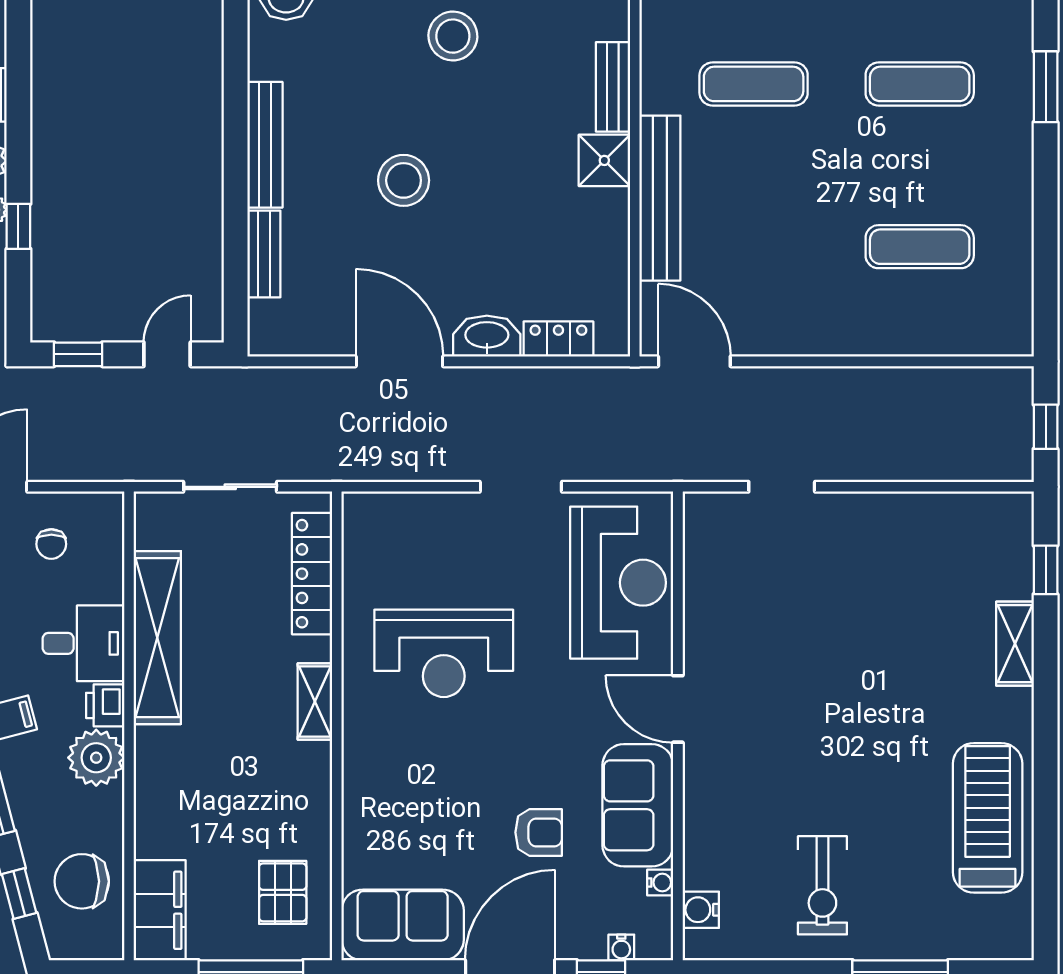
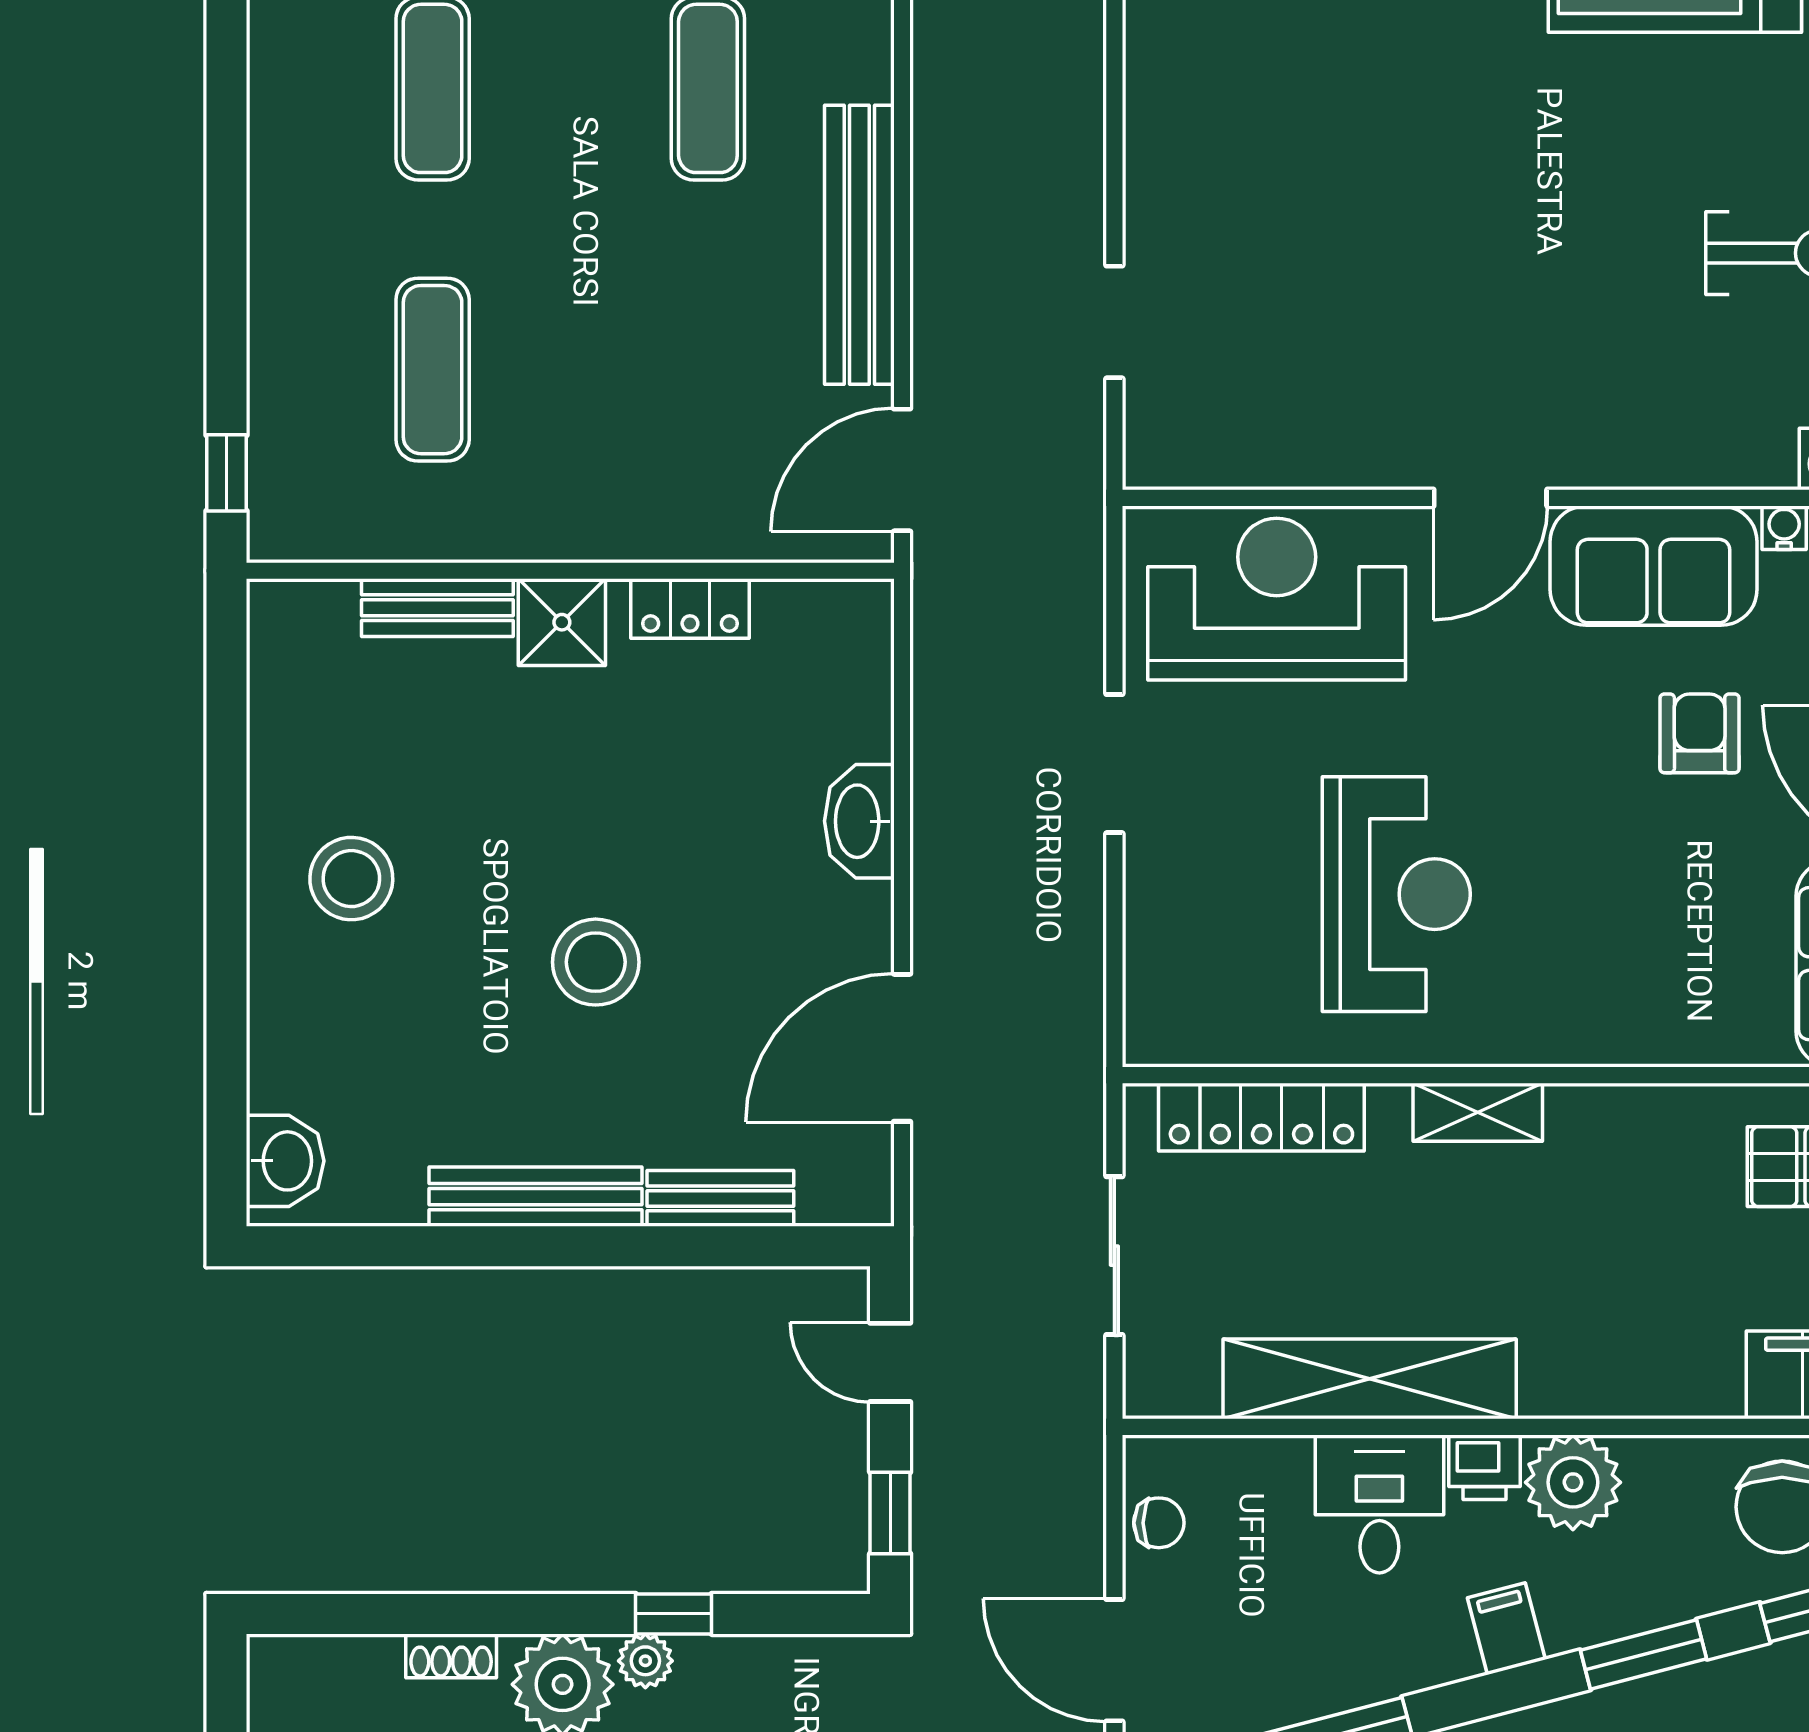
bench: (660, 198) -> (859, 245), moved, turned 90
locker: (558, 339) -> (690, 609), moved, turned -90
door: (399, 361) -> (902, 1048), moved
chair: (51, 544) -> (1159, 1523), moved

